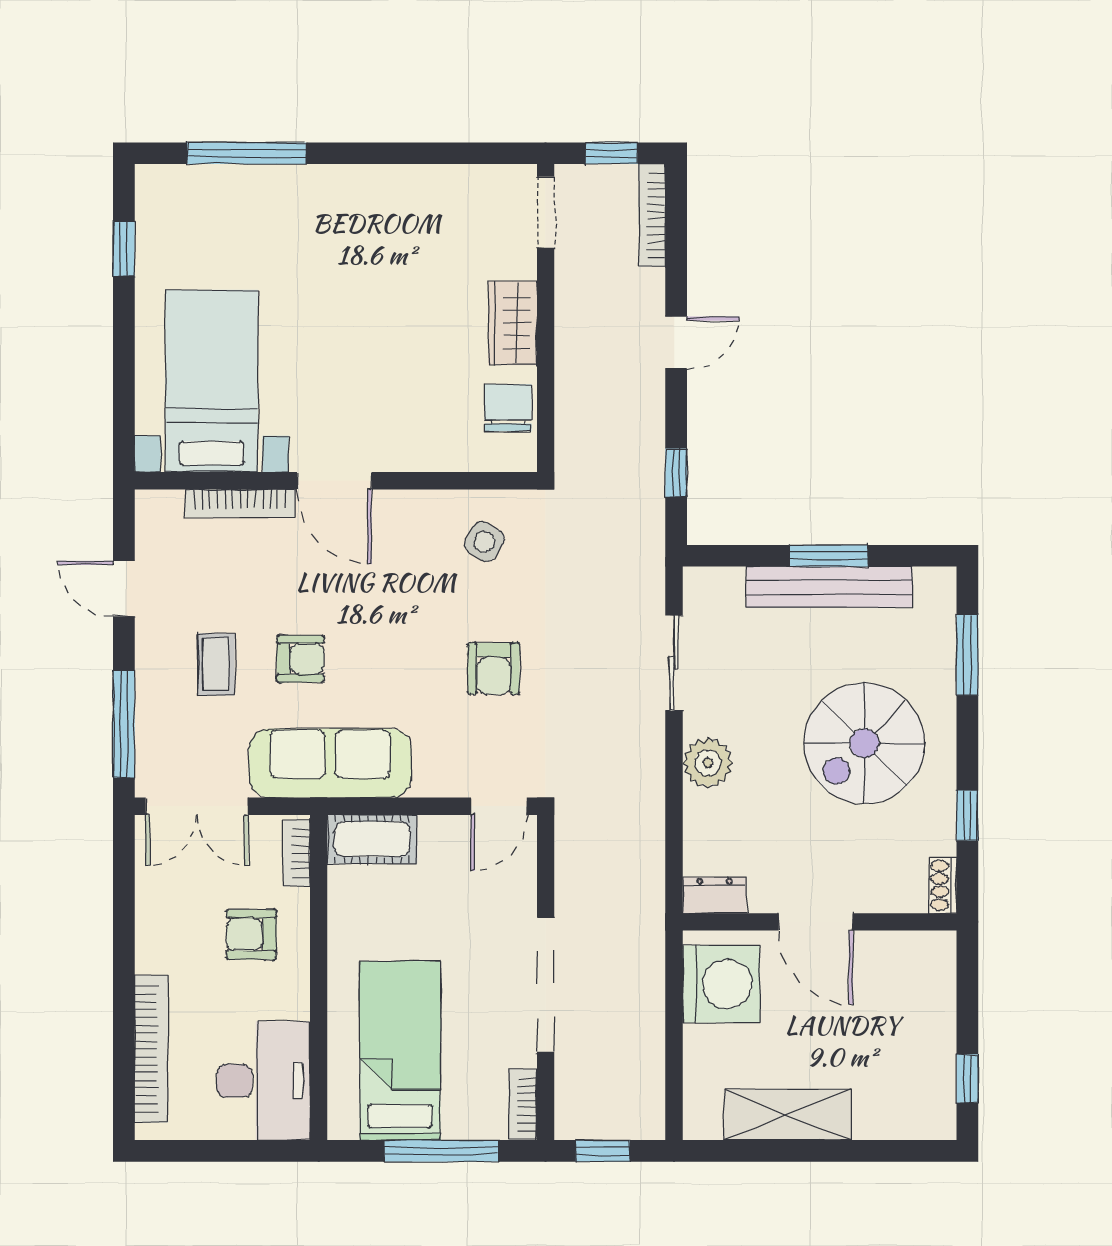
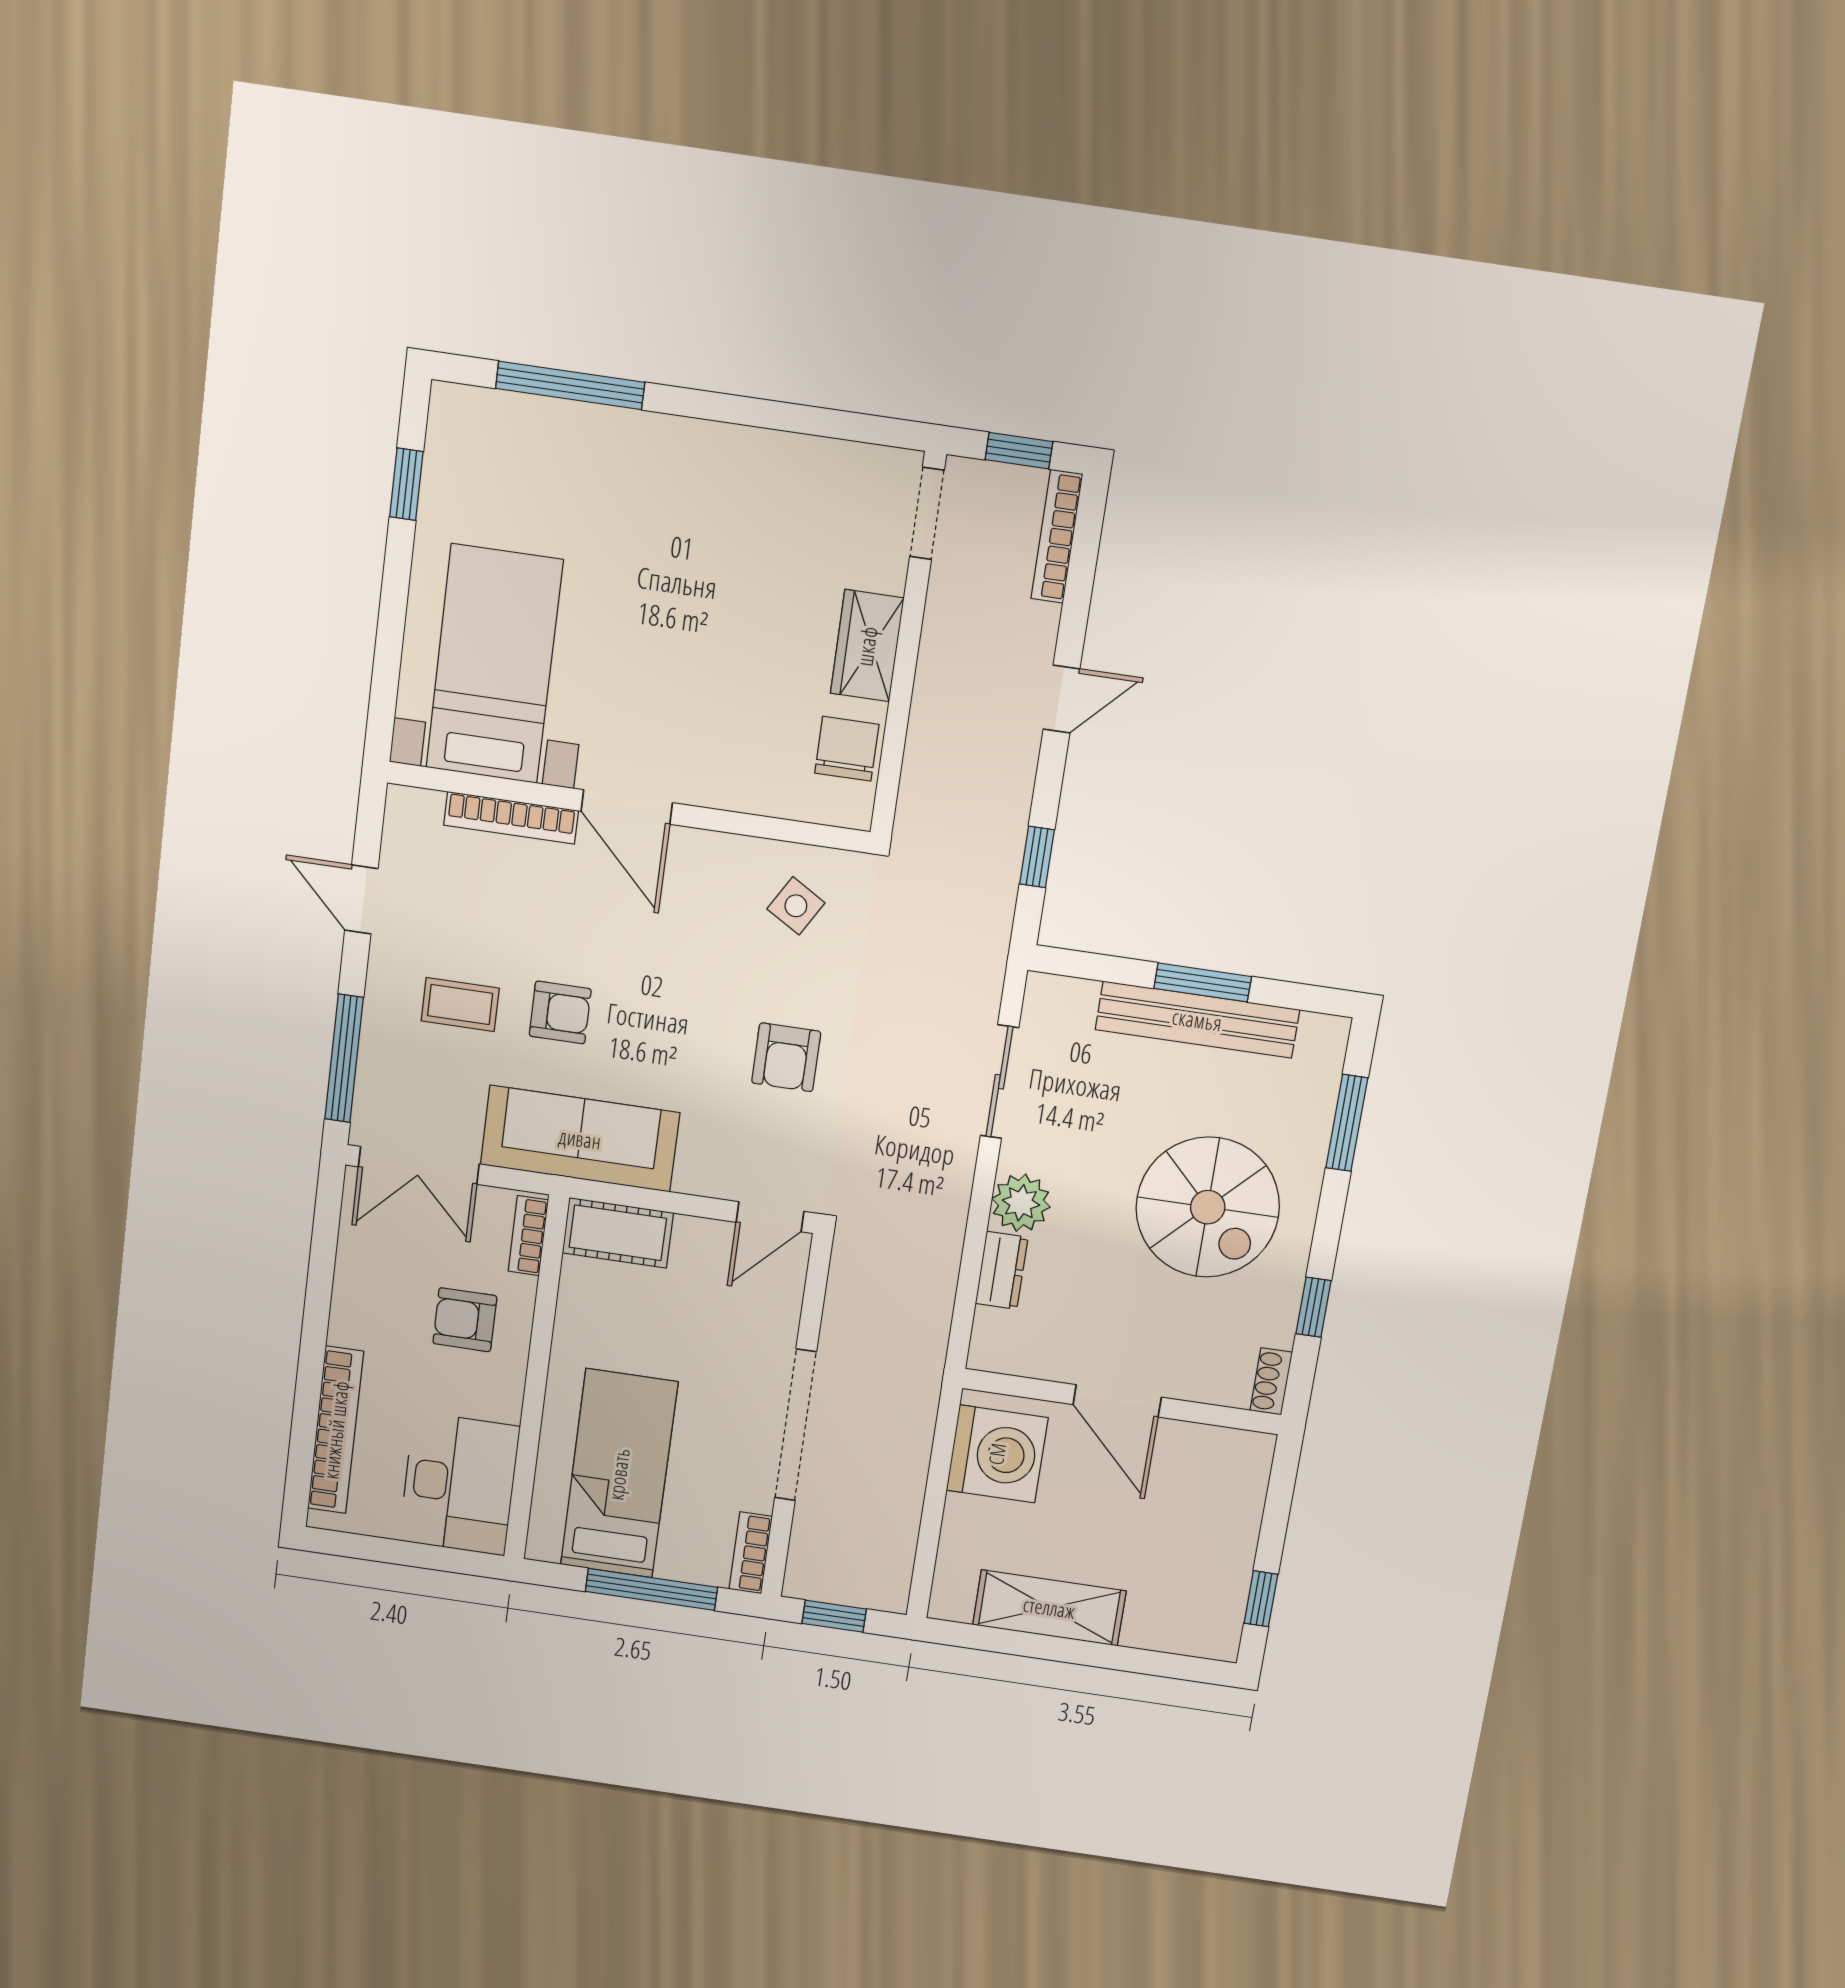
coffee table: (216, 664) -> (460, 1005), turned 90
spiral stairs: (864, 743) -> (1208, 1207), turned -90
dresser: (714, 895) -> (1002, 1270), moved, turned 90

